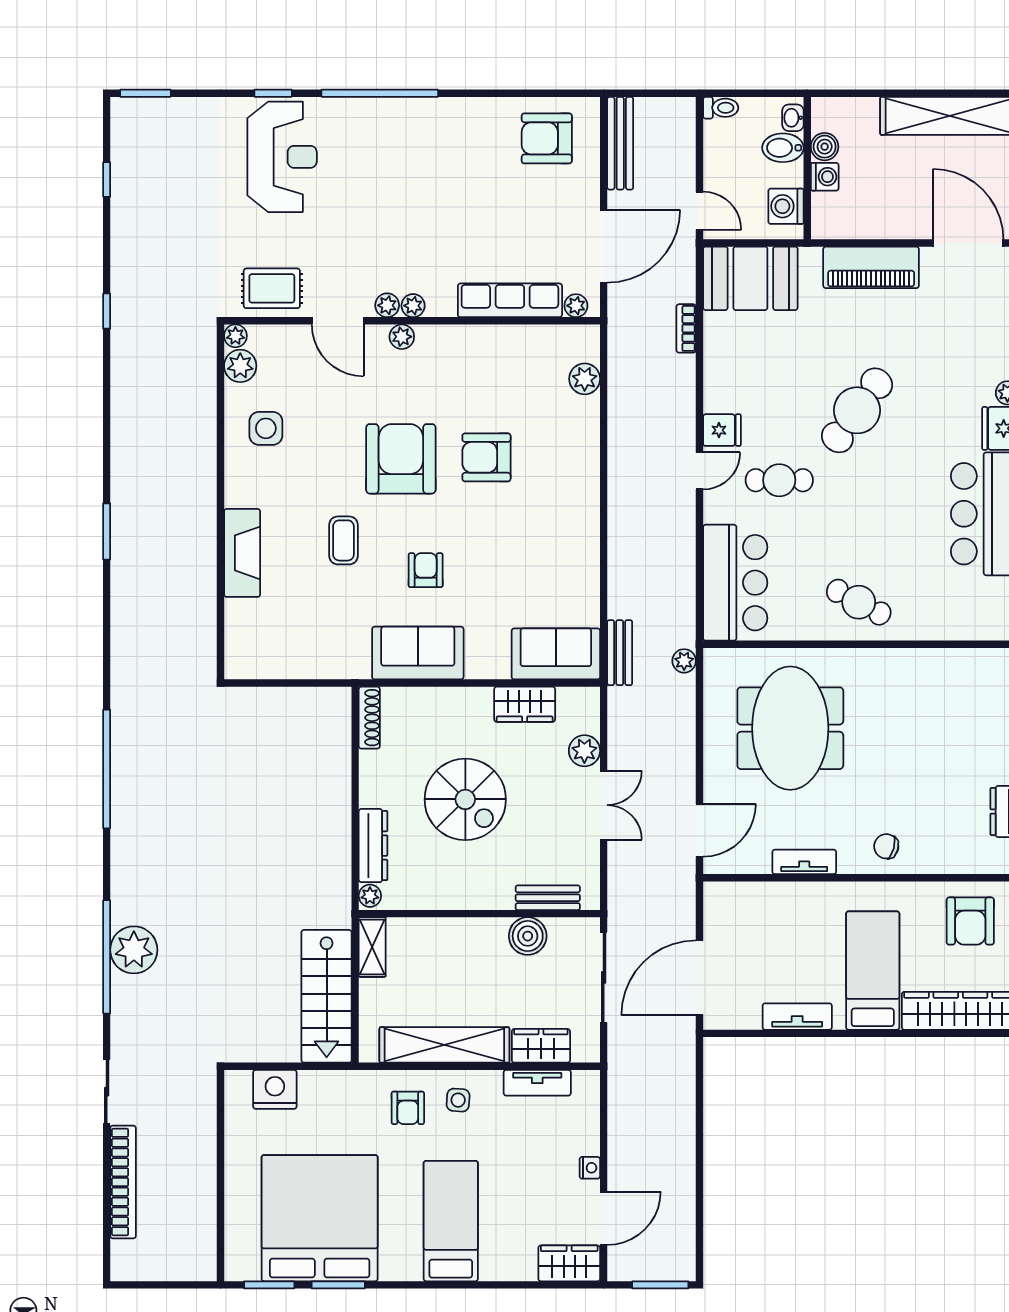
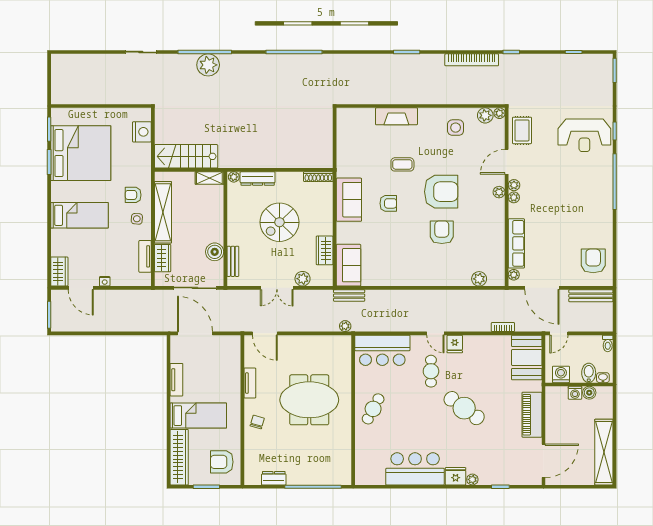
meeting table: (790, 728) -> (309, 400), moved
bookcase: (123, 1182) -> (472, 60), moved

